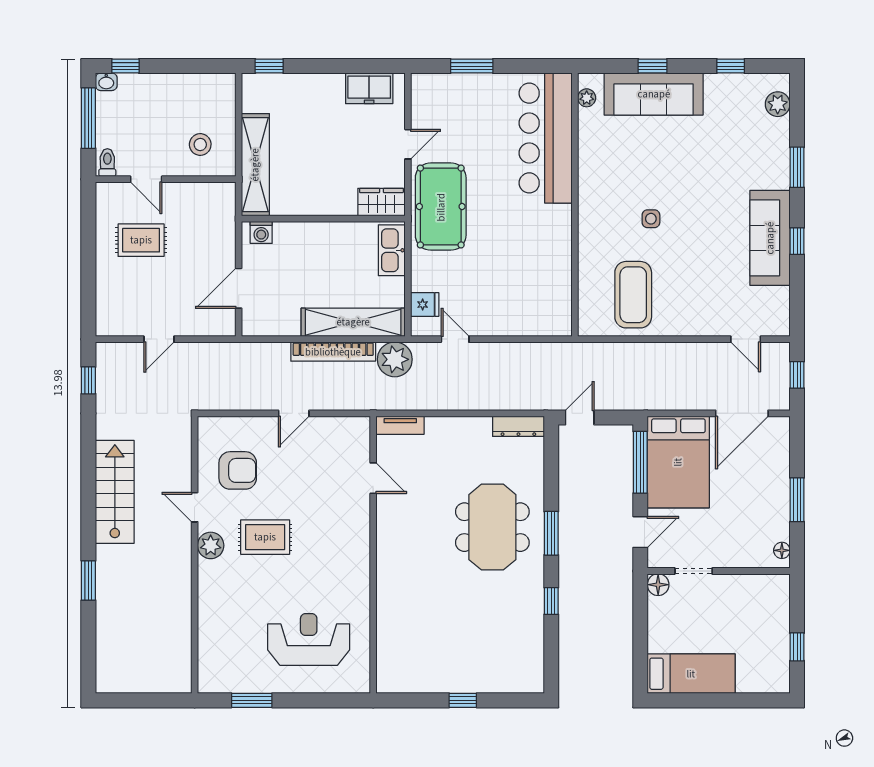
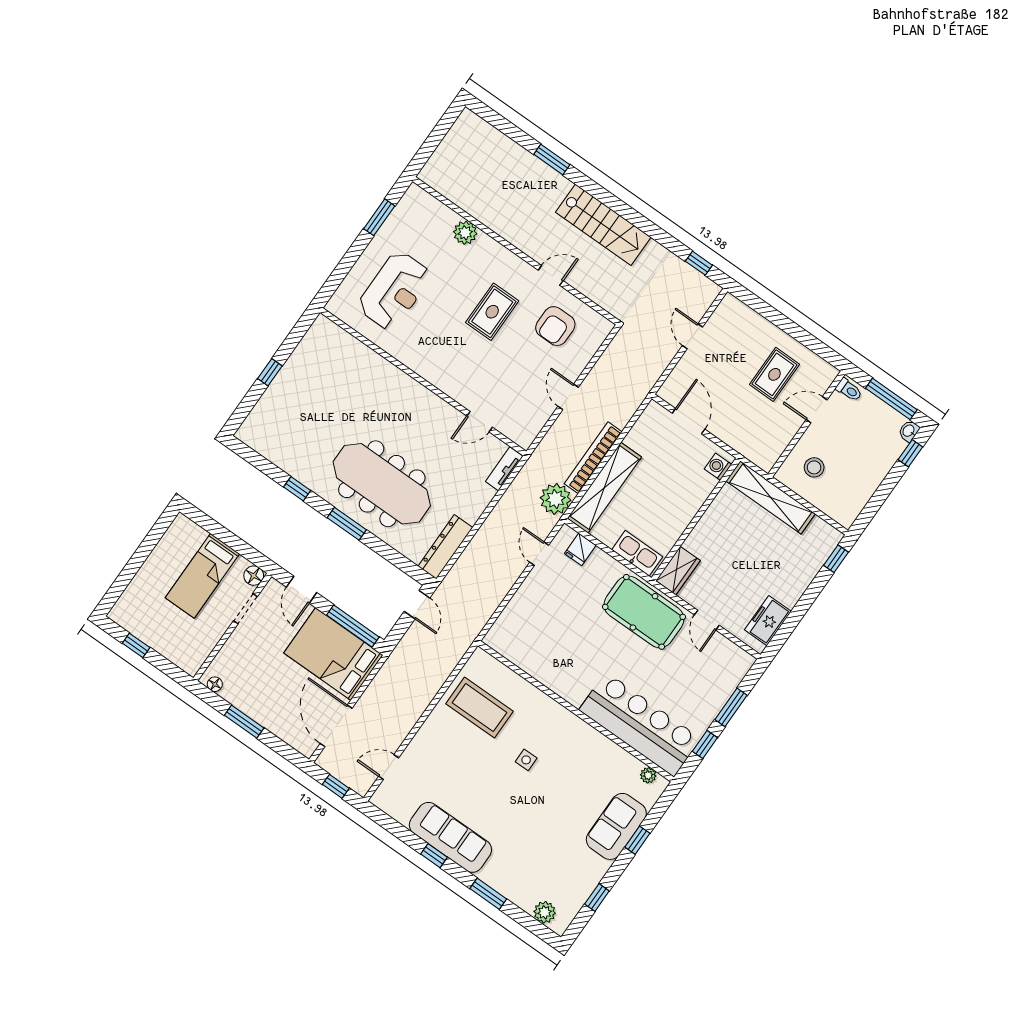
window: (522, 66) -> (705, 744), added
sofa: (654, 94) -> (616, 826), width x0.73
door: (455, 339) -> (539, 554), swing flipped
dresser: (518, 426) -> (445, 547), width x1.37, depth x1.24
meeting table: (492, 527) -> (382, 484), width x1.36
plant: (211, 545) -> (465, 233), moved
bed: (691, 674) -> (202, 576), moved

